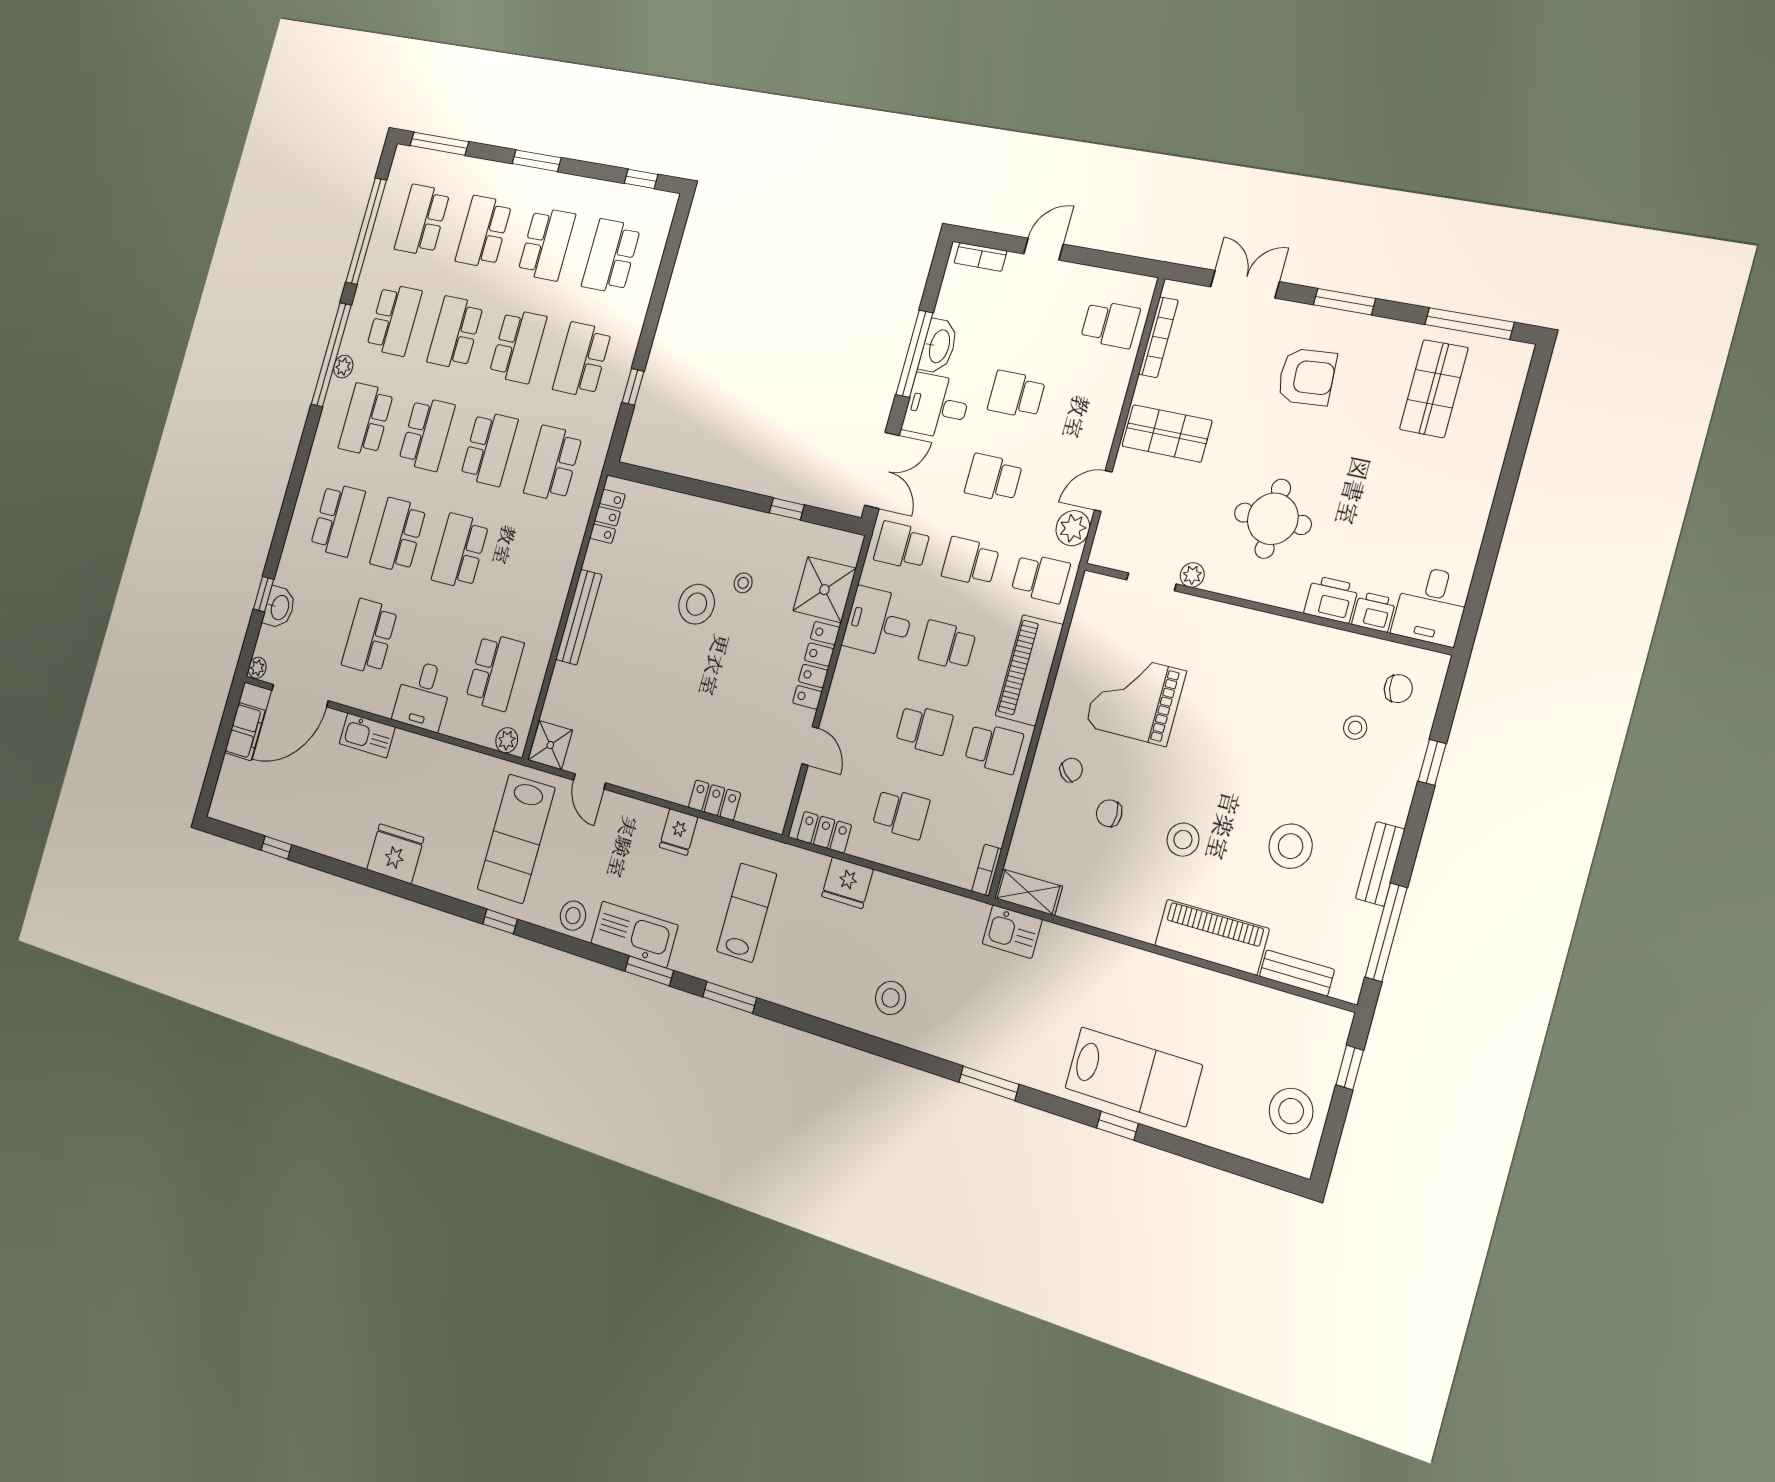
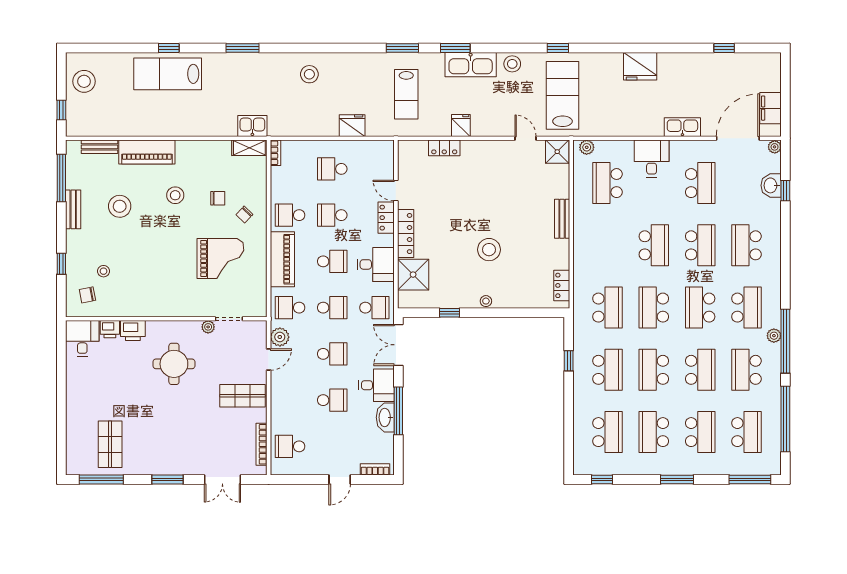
armchair: (1307, 377) -> (176, 438), removed
stool: (743, 583) -> (486, 301), moved
bench: (579, 617) -> (562, 219), width x0.73
locker: (824, 832) -> (386, 218), moved, turned 90

